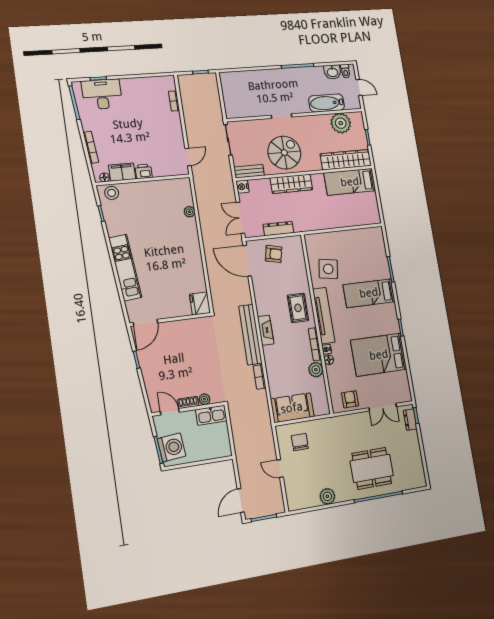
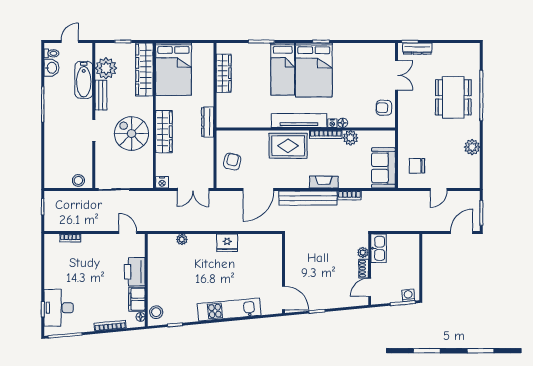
stool: (231, 105) -> (78, 180), added
printer: (144, 171) -> (135, 272), width x1.87, depth x1.48
bench: (249, 171) -> (101, 95), moved
bed: (350, 182) -> (173, 69), width x1.50
dresser: (278, 229) -> (208, 122), moved
wardrobe: (355, 236) -> (224, 73), added
door: (247, 261) -> (258, 190), moved
side table: (328, 269) -> (253, 108), removed
fridge: (200, 303) -> (227, 243), moved
rug: (298, 308) -> (288, 146), width x1.36, depth x1.43
fireplace: (266, 330) -> (324, 182), moved
bed: (379, 355) -> (314, 70), moved
dresser: (410, 420) -> (417, 49), width x1.44
washing machine: (172, 447) -> (408, 295), width x0.53, depth x0.53
door: (241, 501) -> (462, 233), swing flipped

